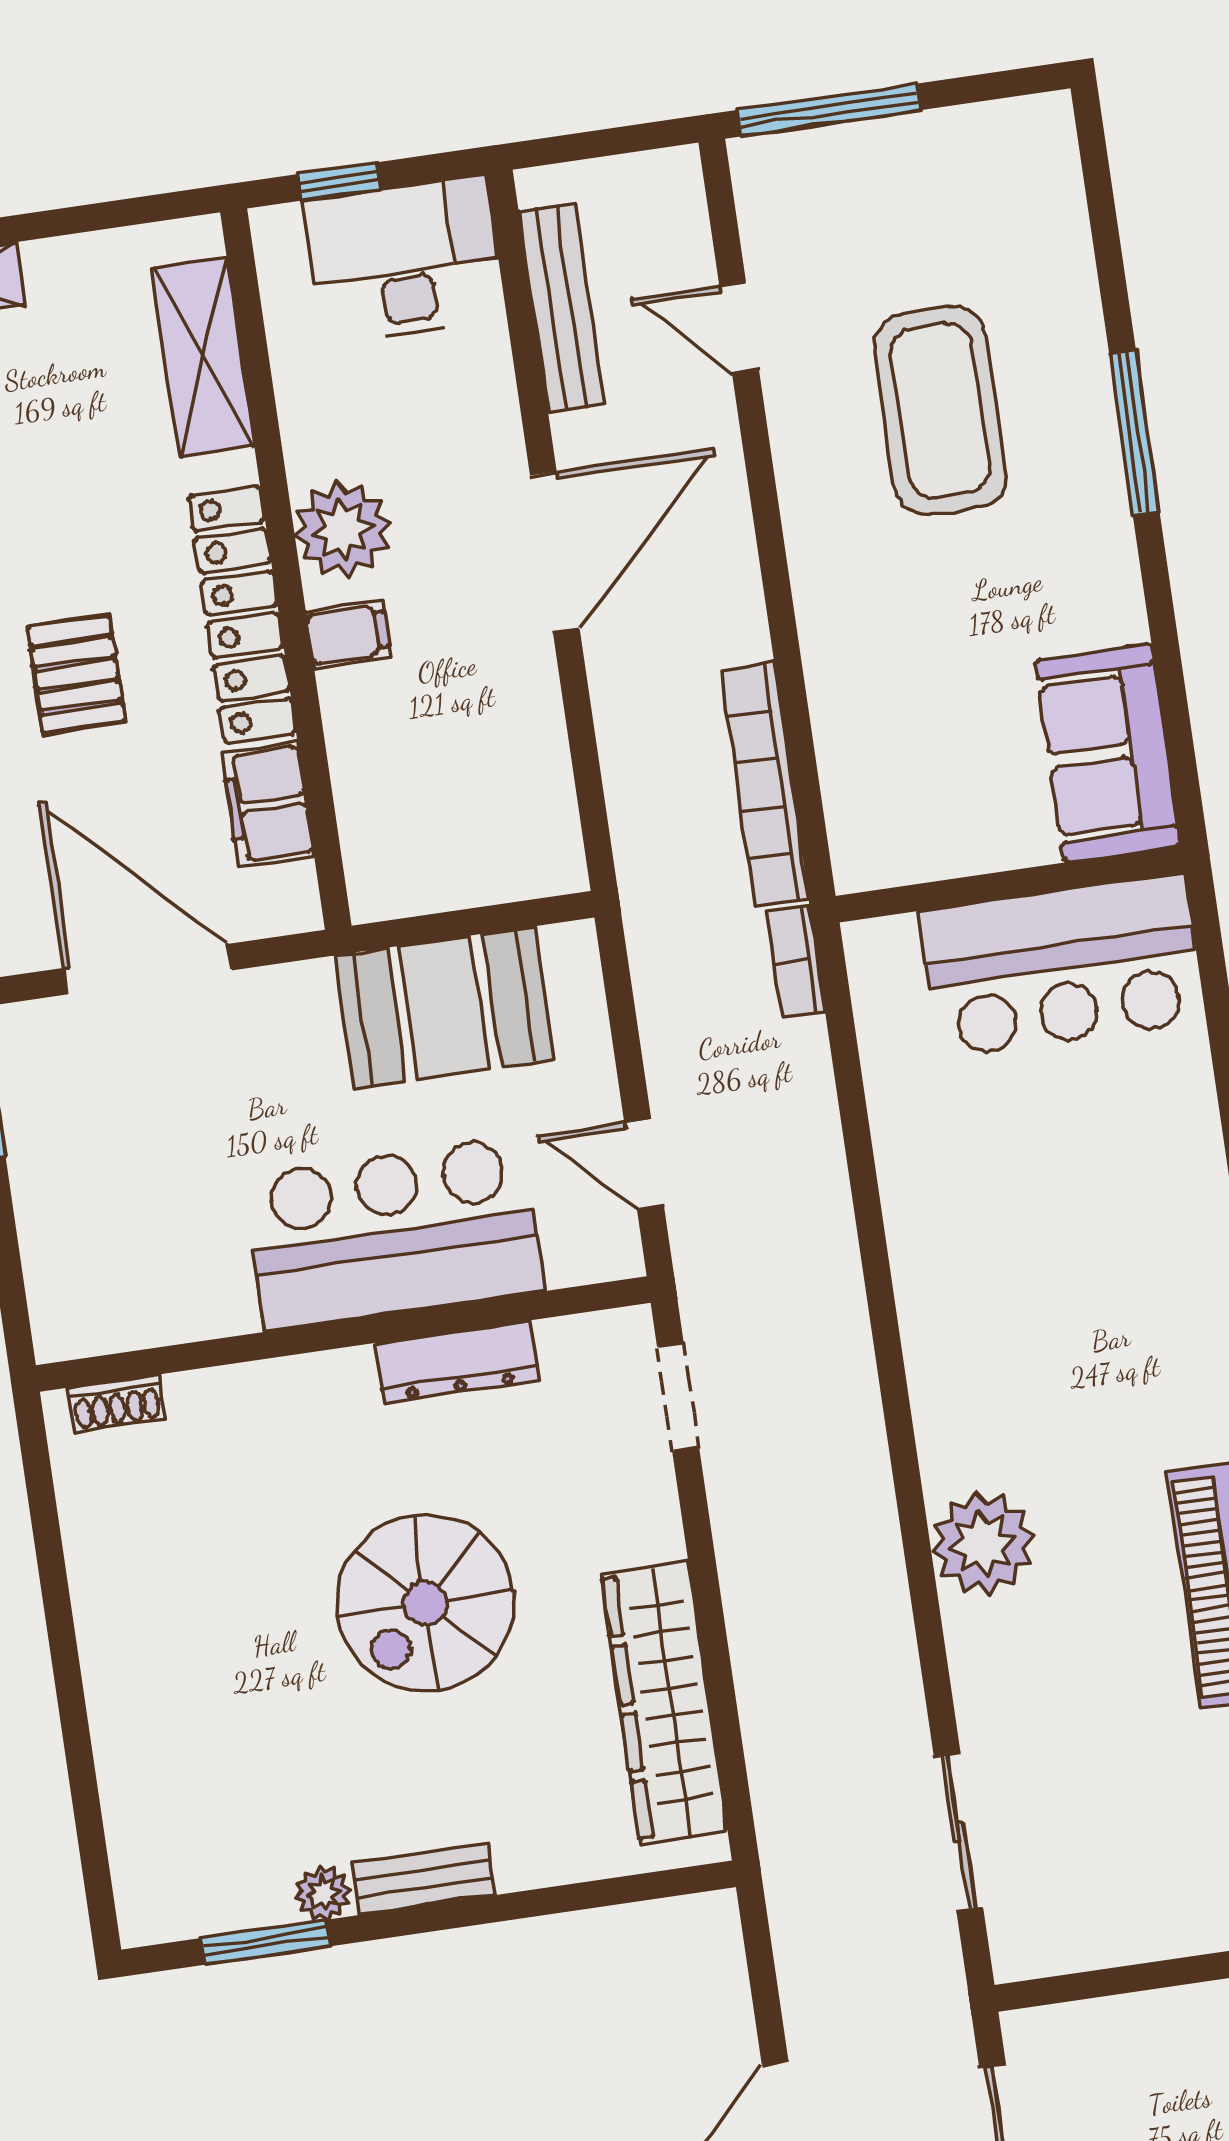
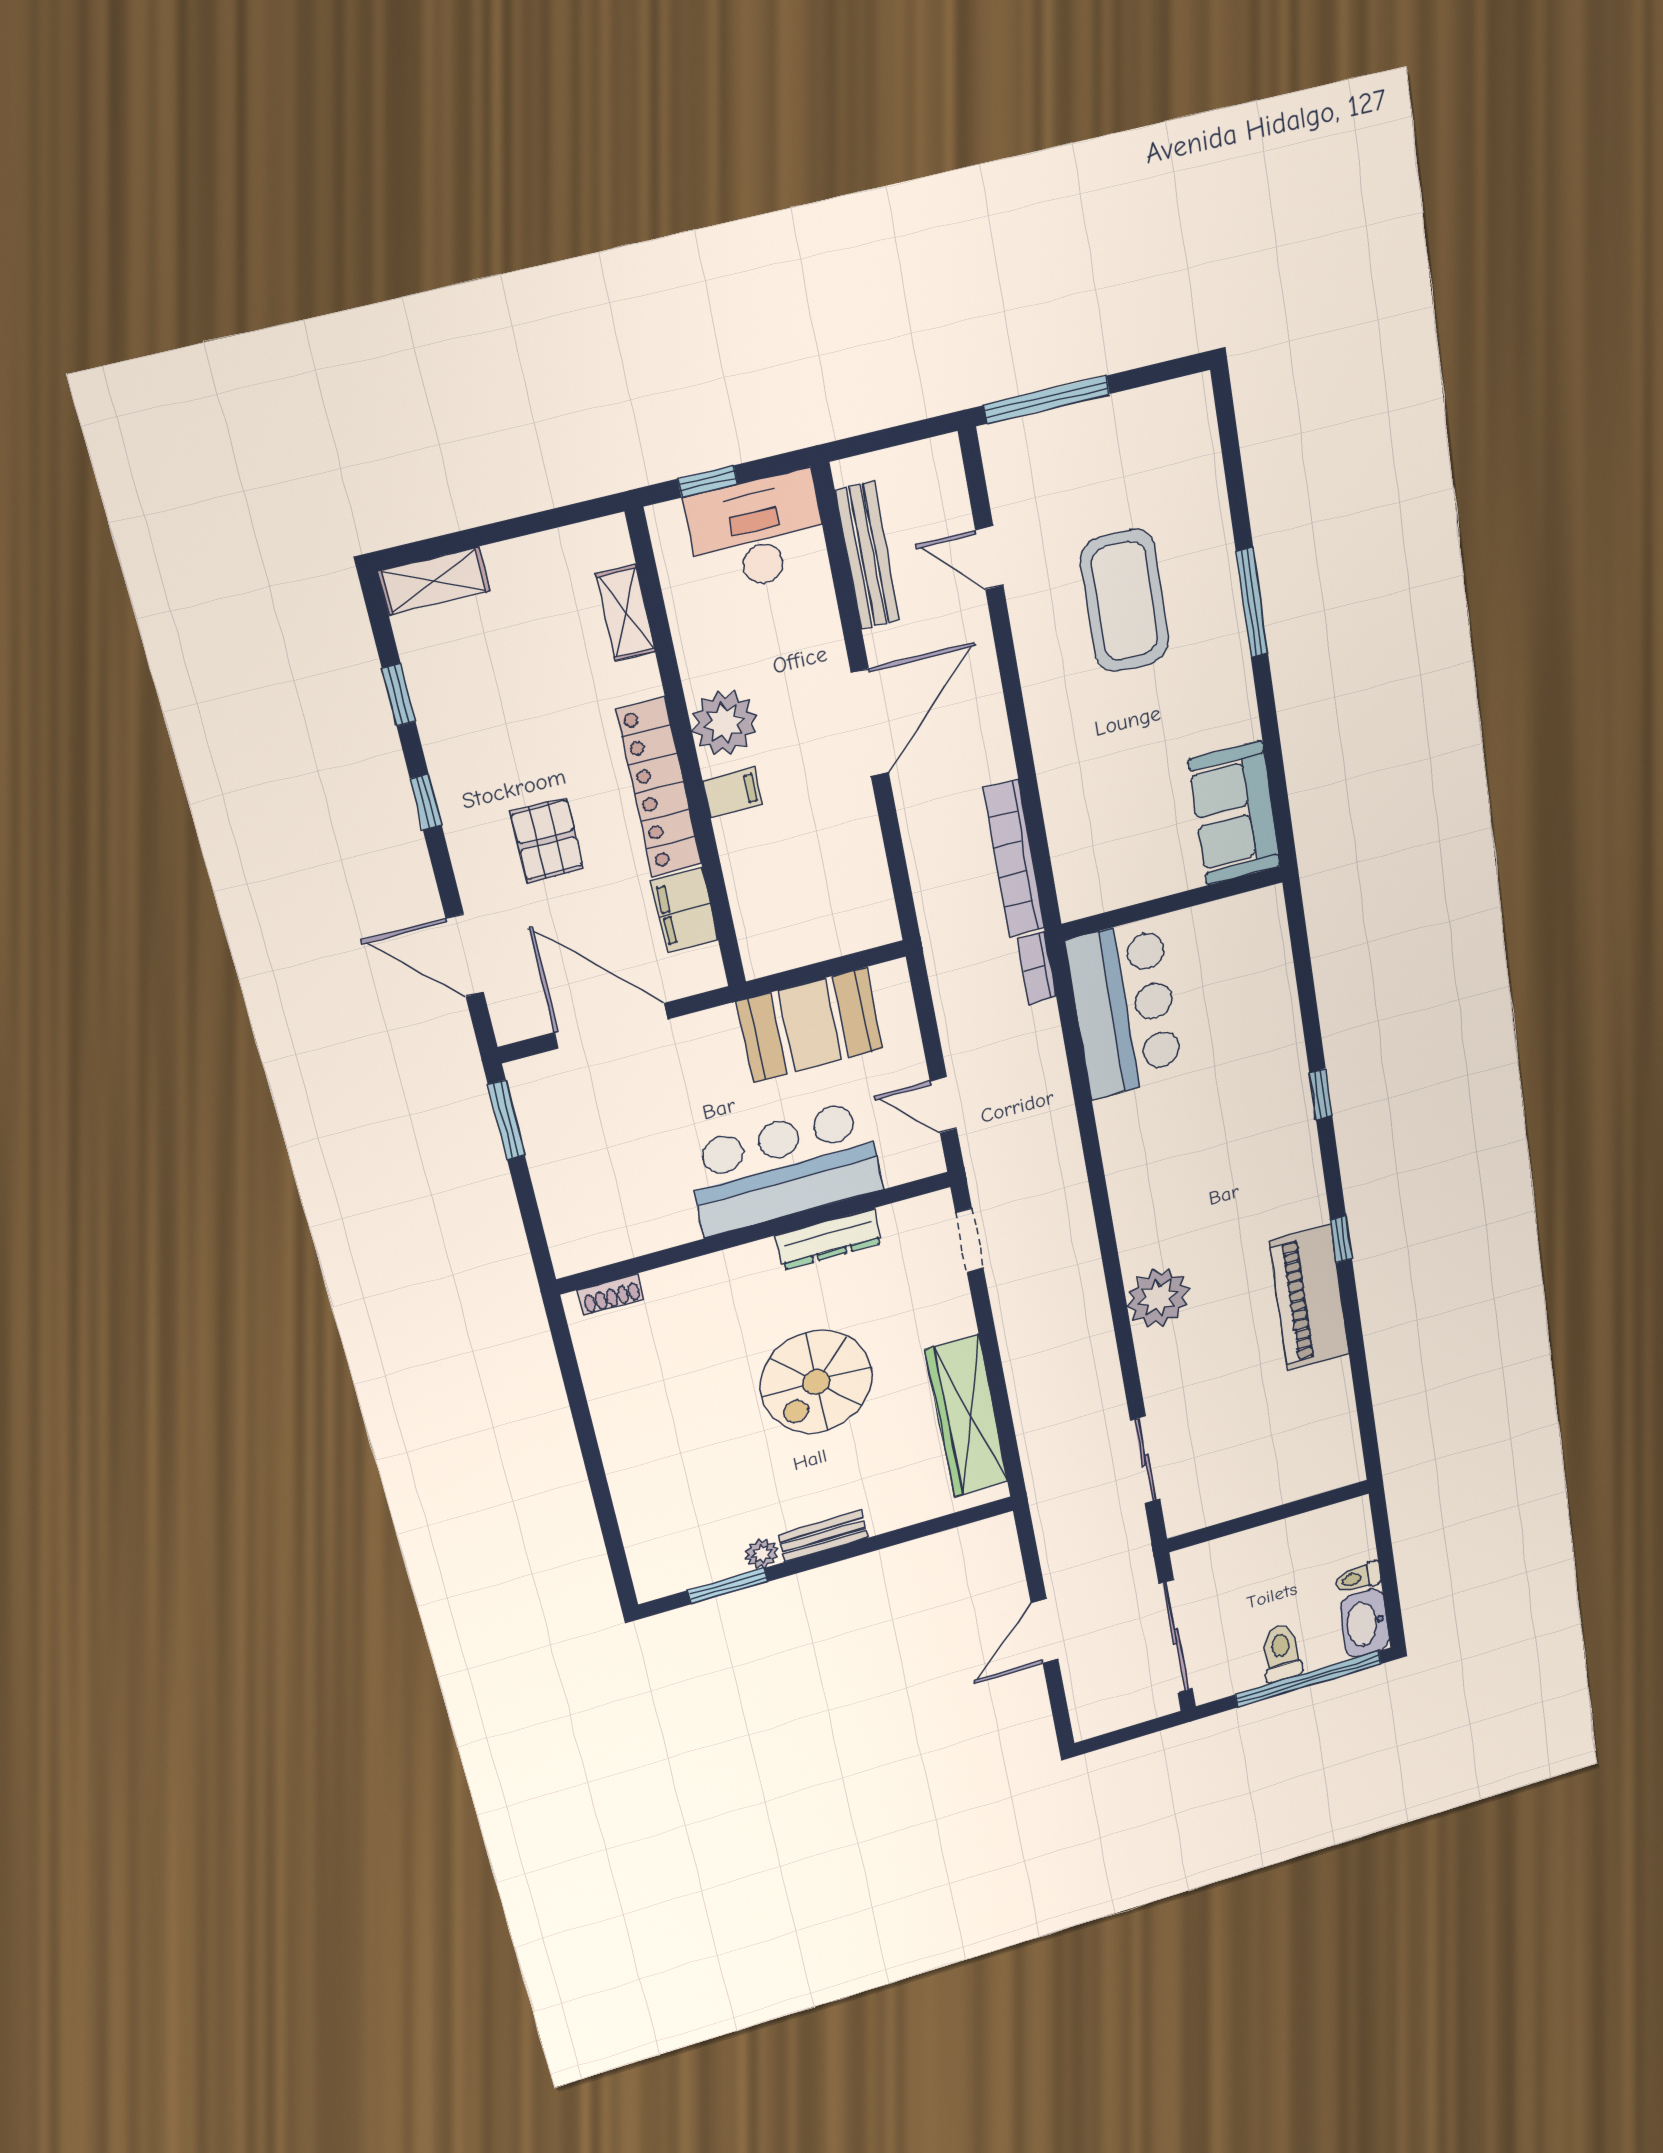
shelving: (203, 357) -> (626, 613), width x0.67, depth x0.75
bar counter: (1062, 966) -> (1125, 1009), moved, turned -90

